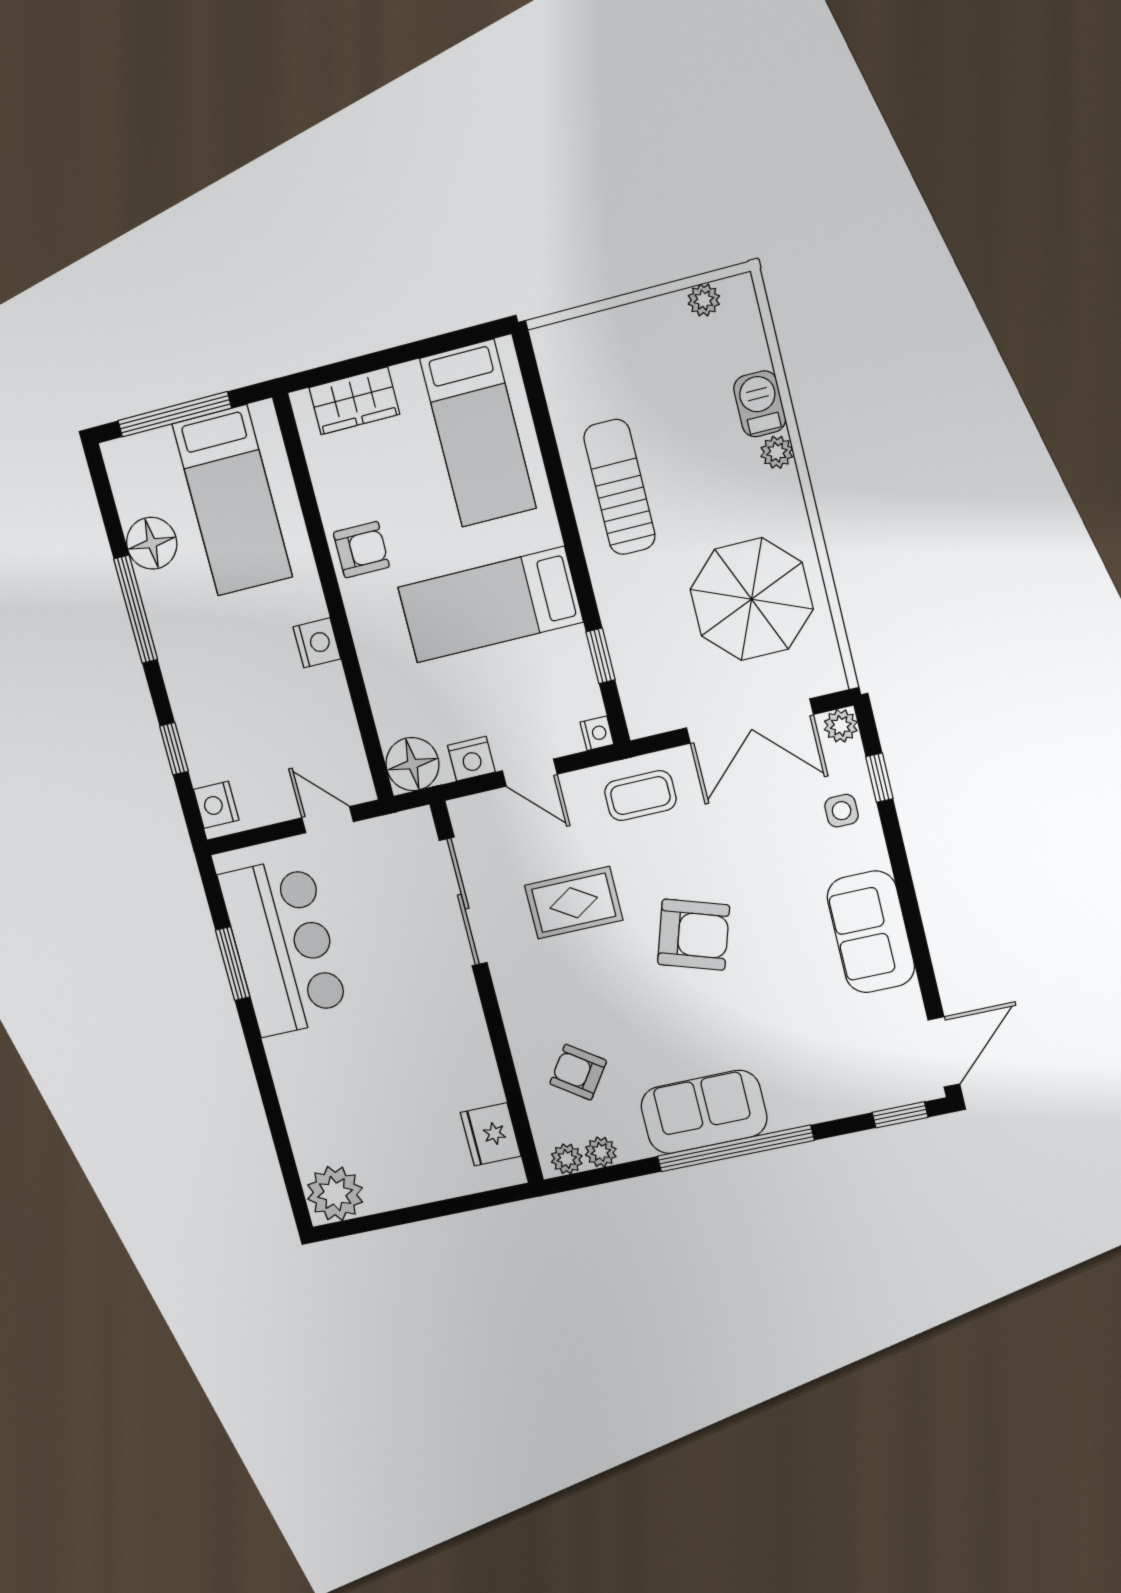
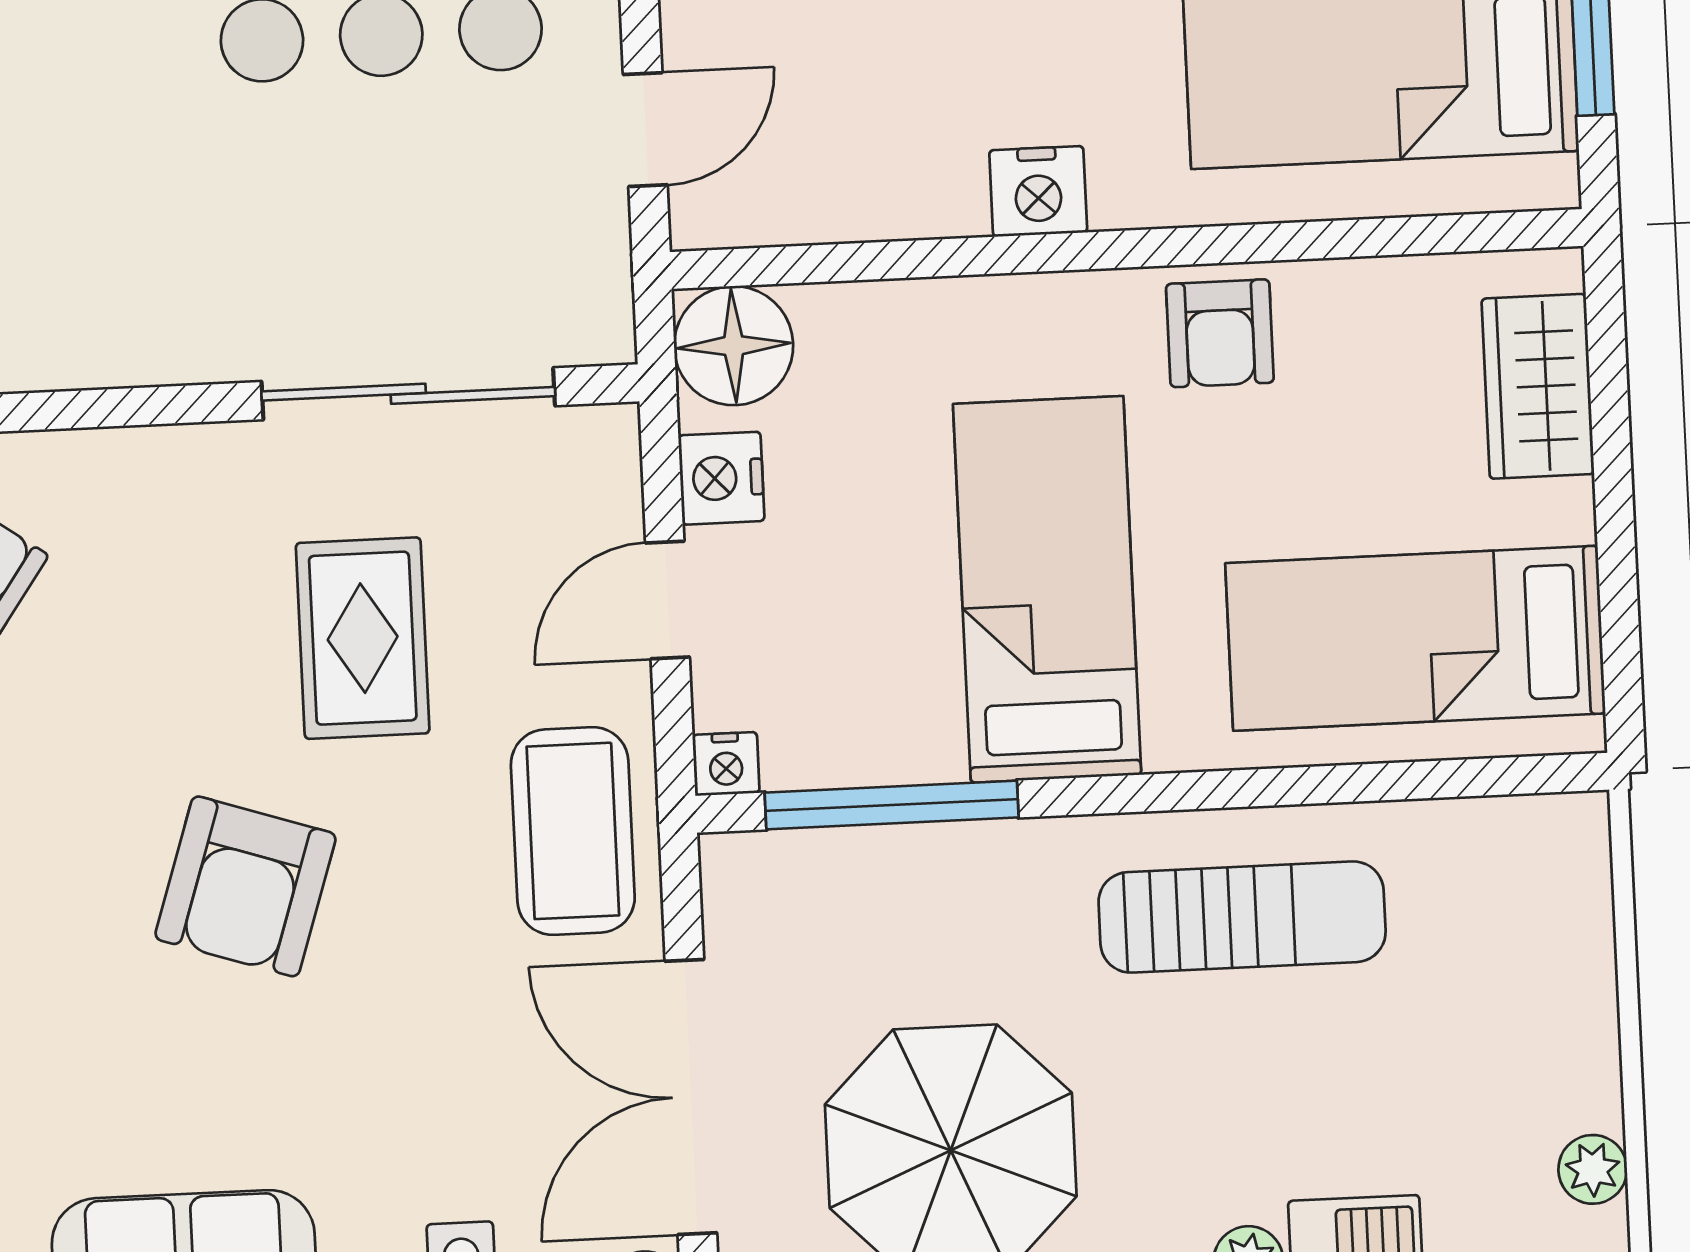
window: (601, 656) -> (892, 805), width x2.17
coffee table: (640, 796) -> (573, 831), width x1.36, depth x1.30

